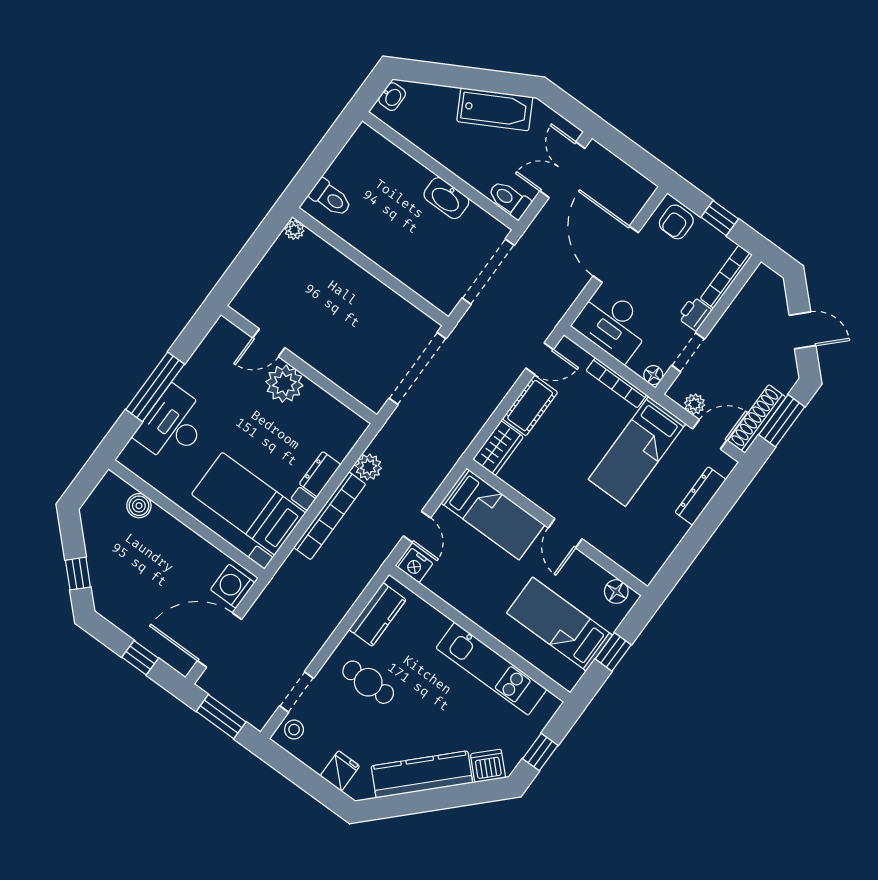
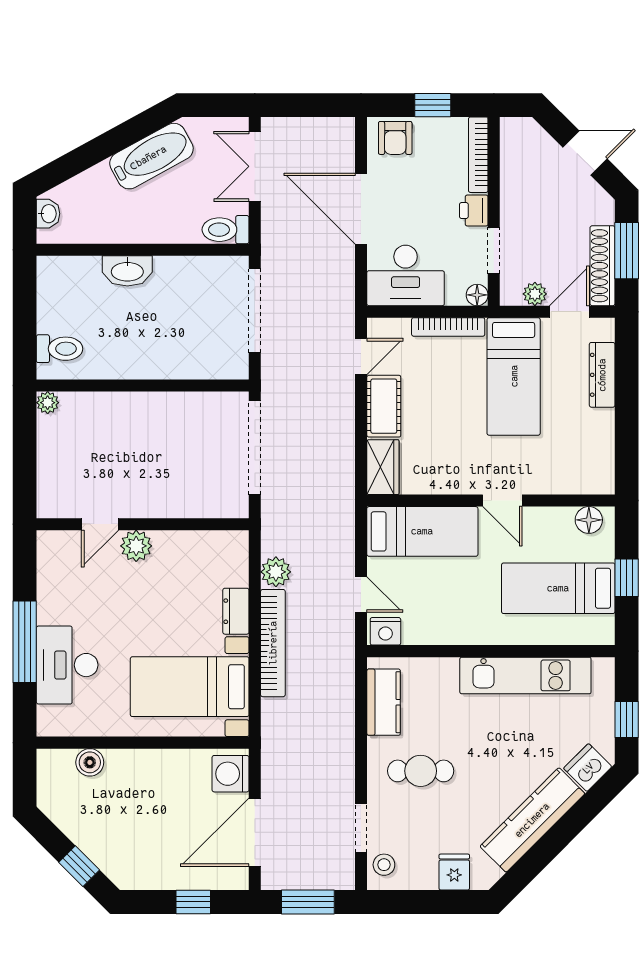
washbasin: (446, 198) -> (127, 271), moved
plant: (284, 384) -> (136, 546), width x0.73, depth x0.73

